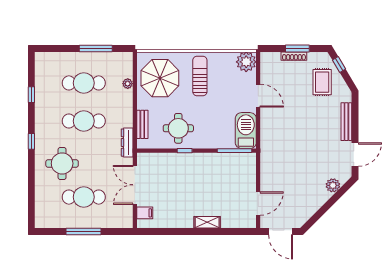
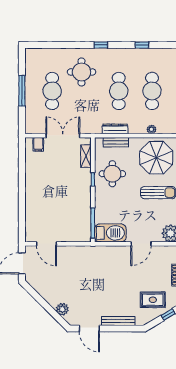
dresser: (127, 143) -> (115, 129), moved
shelving: (207, 222) -> (86, 156), moved

